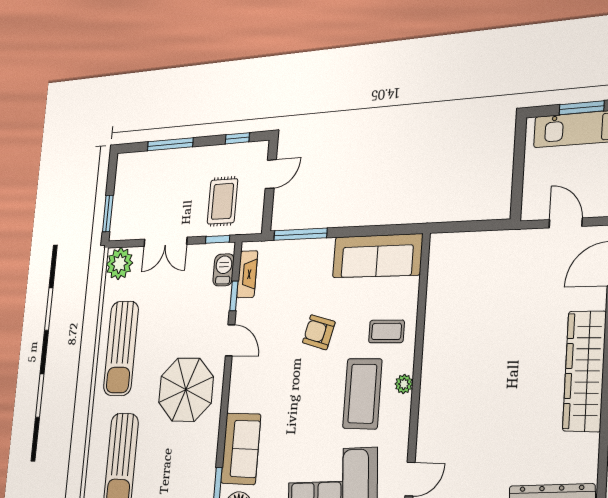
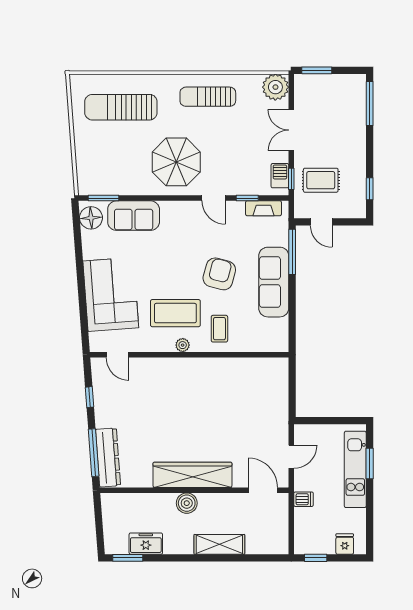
window: (170, 144) -> (370, 103), moved
door: (271, 174) -> (321, 222), moved
sofa: (377, 256) -> (274, 282), moved
barbecue: (224, 270) -> (280, 176), moved, turned -90
armchair: (319, 332) -> (219, 274), width x1.38, depth x1.38
door: (230, 340) -> (214, 198), hinge flipped
sun lounger: (121, 348) -> (208, 97), width x0.73, depth x0.75

